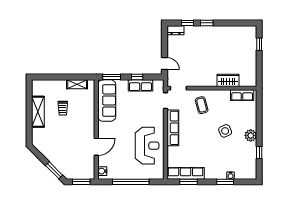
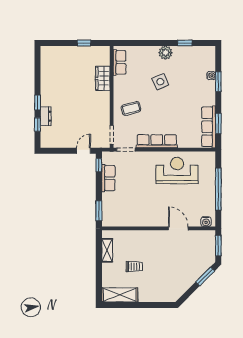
dresser: (175, 30) -> (46, 116), moved
window: (259, 44) -> (84, 43), moved
window: (137, 77) -> (99, 165), moved
sofa: (107, 100) -> (126, 216), removed
shelving: (38, 112) -> (120, 295), moved

